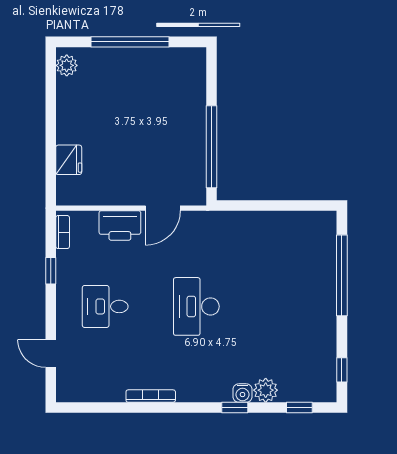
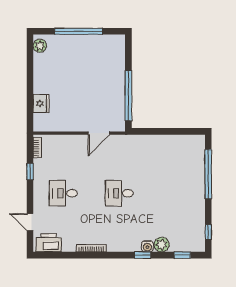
printer: (120, 226) -> (49, 243), moved, turned 180
desk: (196, 306) -> (119, 193), width x0.73

